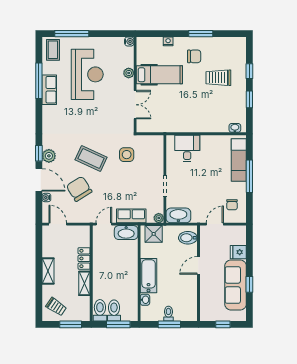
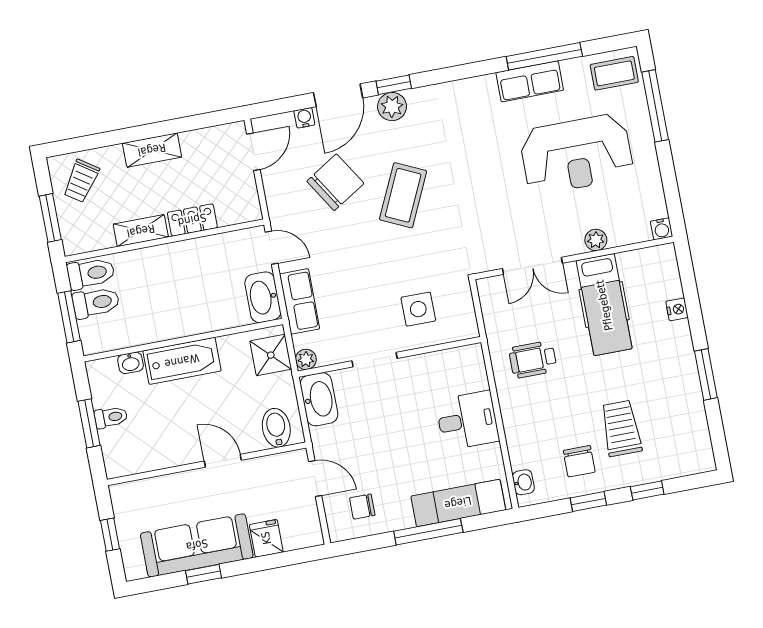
chair: (194, 56) -> (579, 461), moved
wheelchair: (179, 113) -> (533, 359), added
desk: (187, 148) -> (467, 420), moved
side table: (127, 155) -> (418, 309), moved

